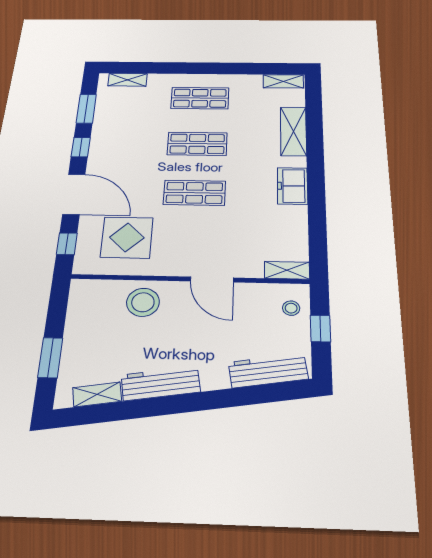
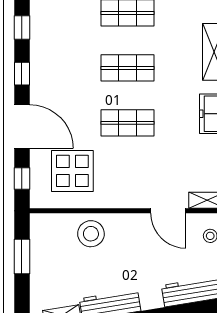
window: (86, 109) -> (22, 27), width x0.67
door: (212, 280) -> (168, 211), moved
window: (50, 358) -> (22, 257), moved

